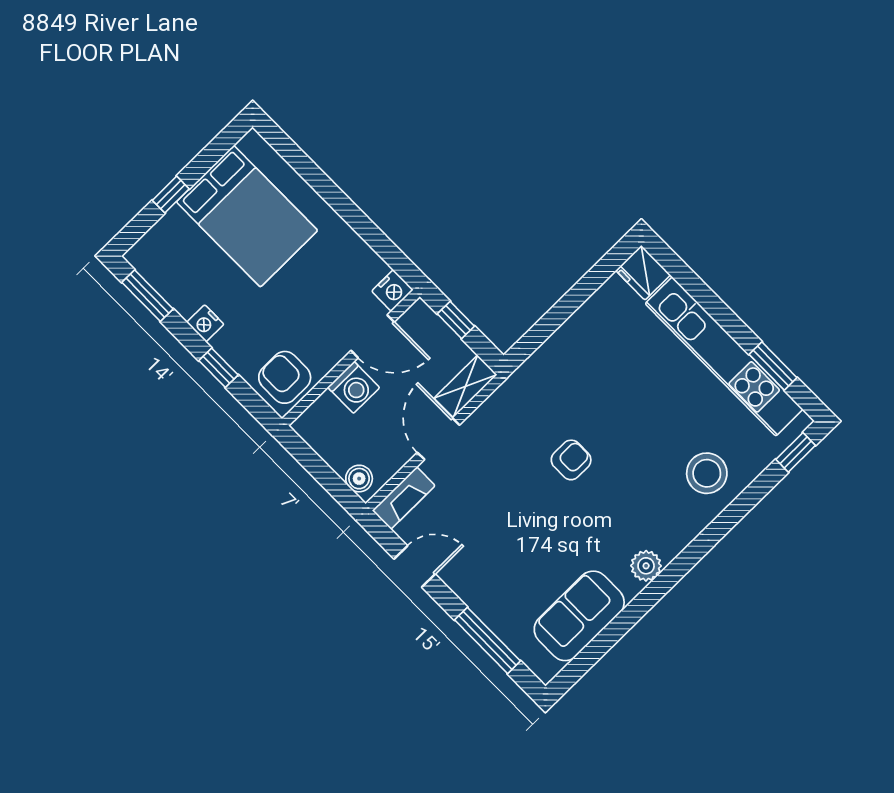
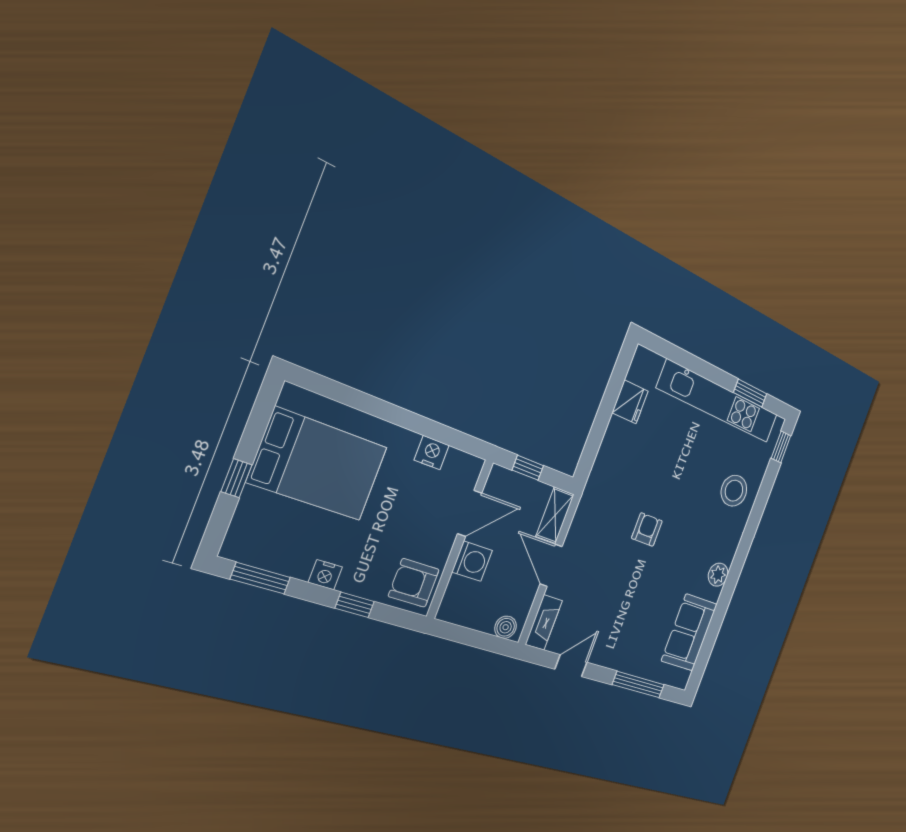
fridge: (643, 273) -> (630, 402), moved, turned -90
nightstand: (392, 290) -> (432, 453), moved, turned -90

